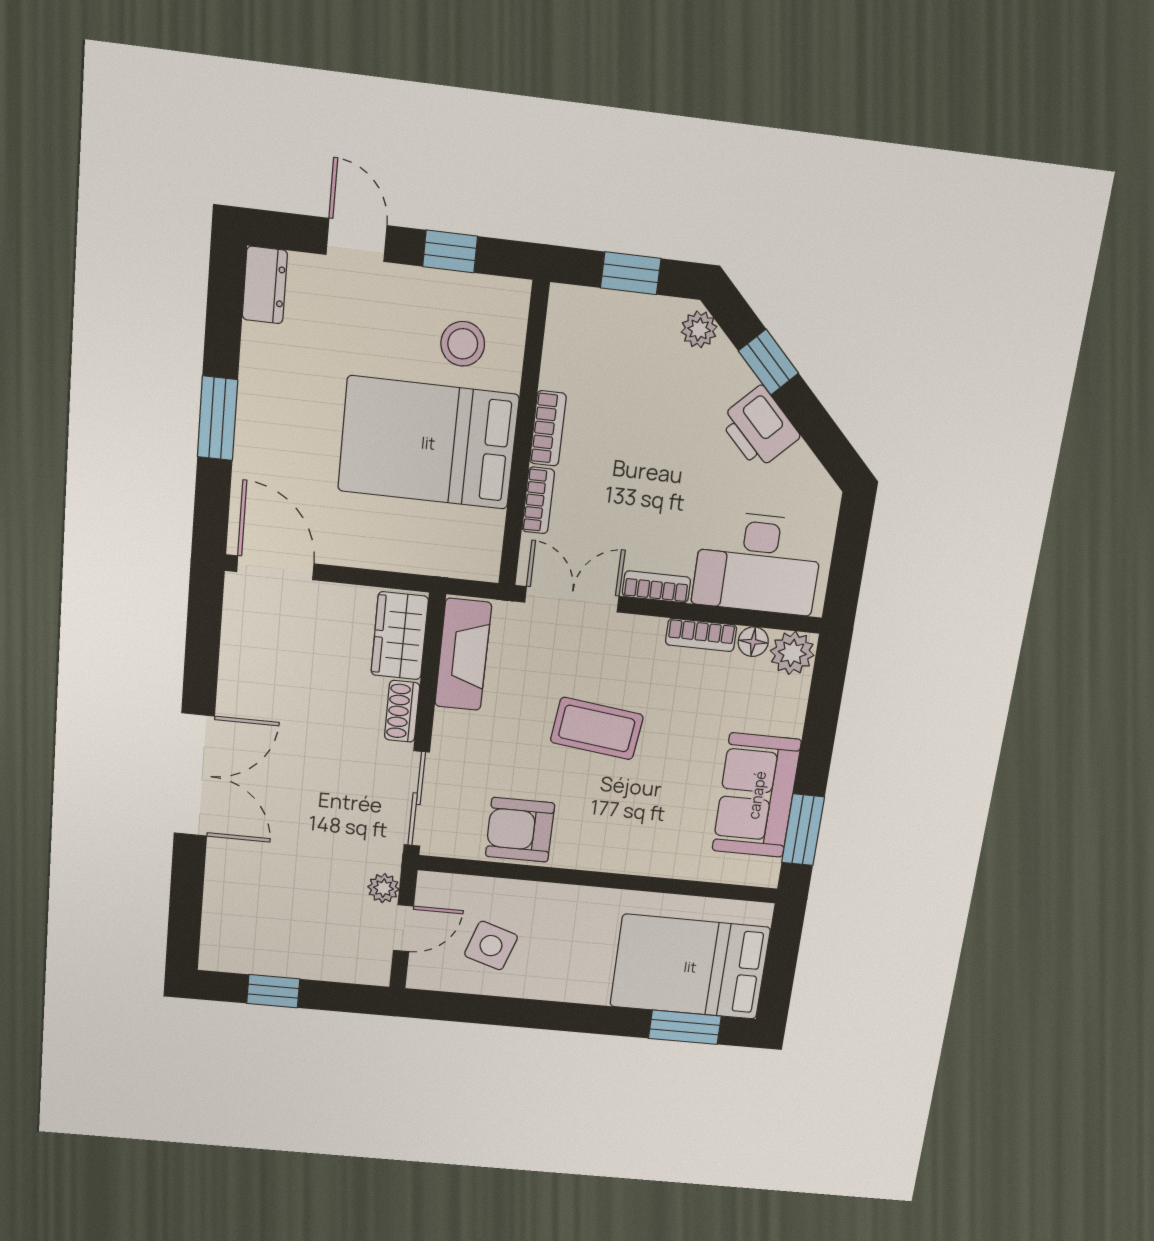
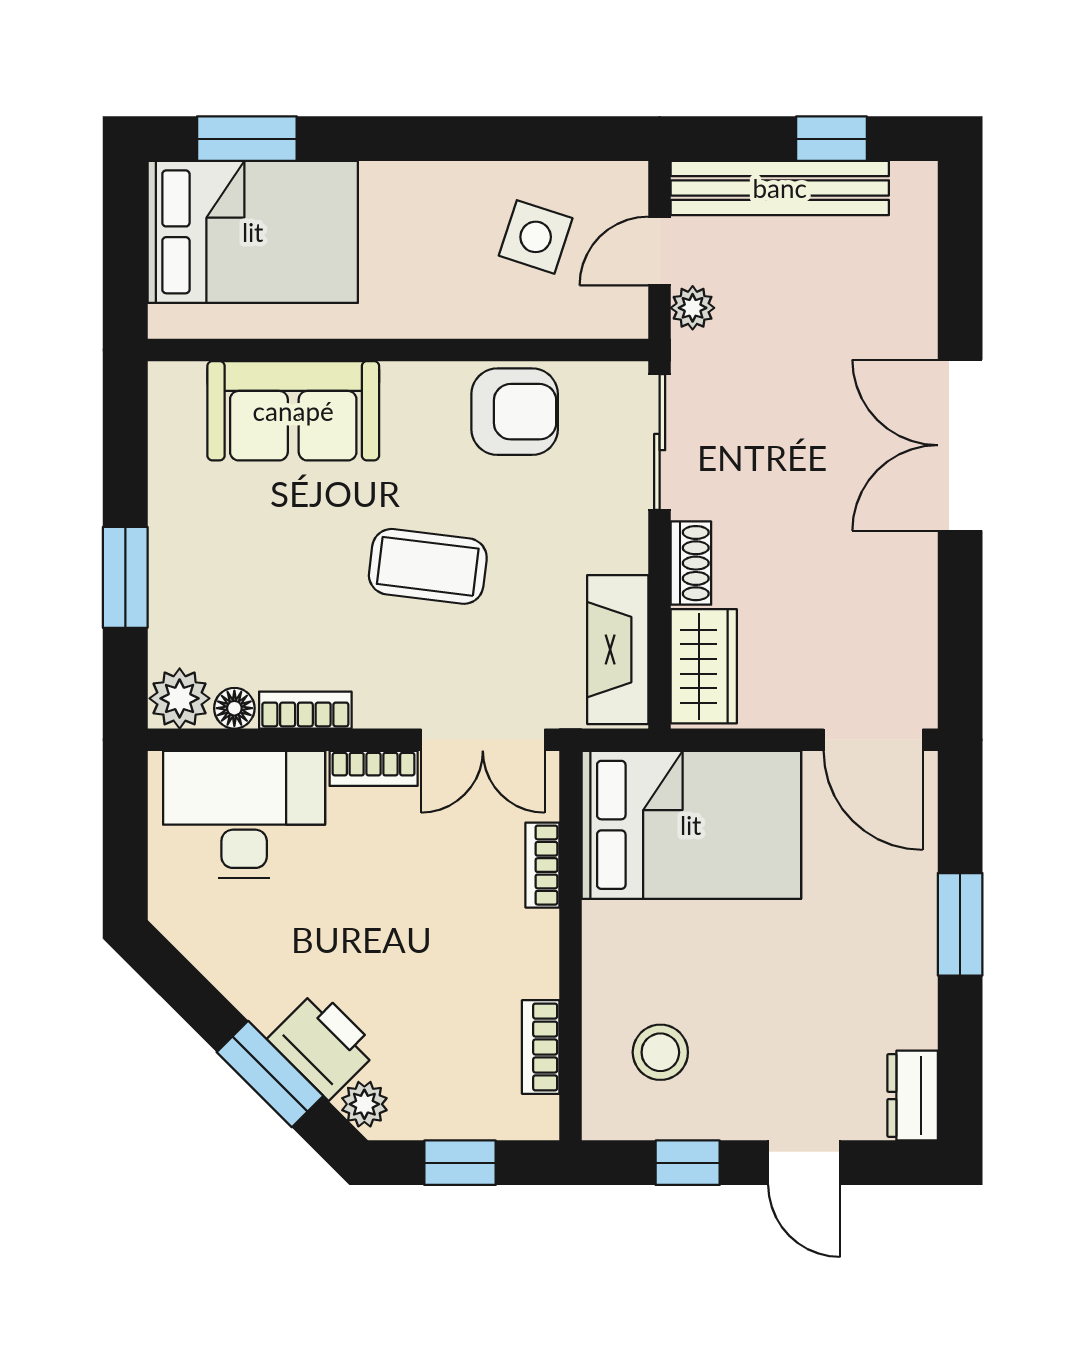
window: (768, 362) -> (270, 1074), width x1.50
bookcase: (548, 428) -> (541, 1047), moved
printer: (759, 428) -> (323, 1044), moved
bed: (428, 443) -> (691, 825), moved
sofa: (757, 795) -> (293, 411), moved, turned 90
window: (803, 830) -> (125, 577), moved
bench: (313, 962) -> (780, 188), added

